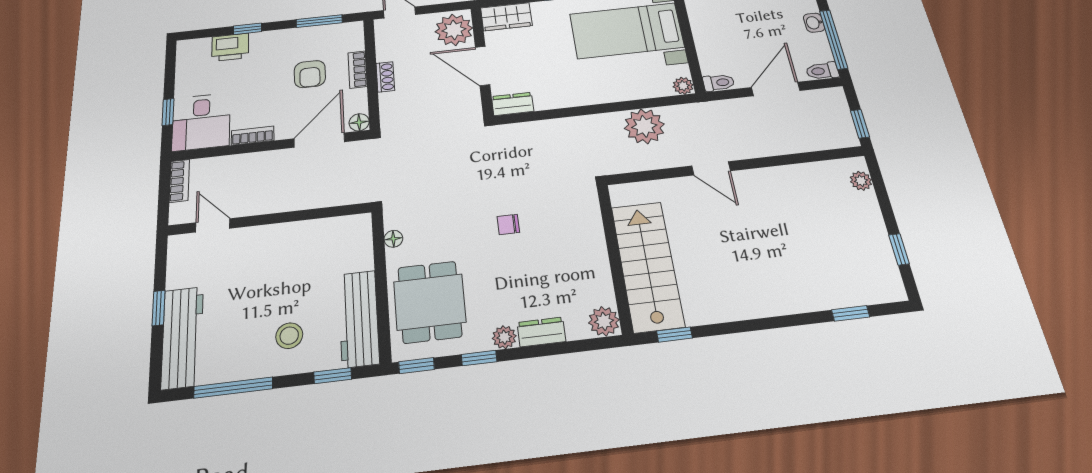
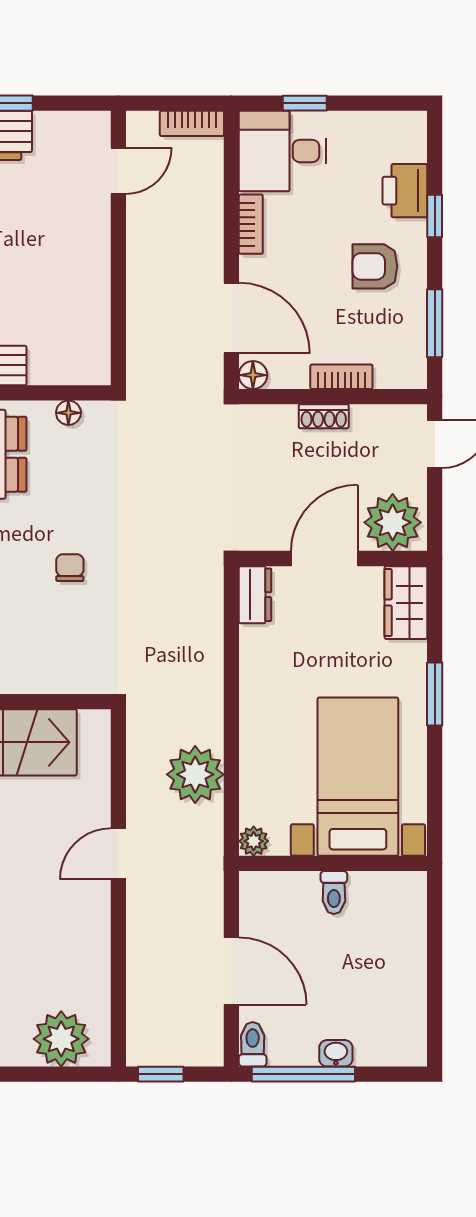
armchair: (310, 74) -> (375, 266), moved
toilet: (719, 83) -> (334, 892), moved
plant: (861, 181) -> (61, 1039), width x1.88, depth x1.88

